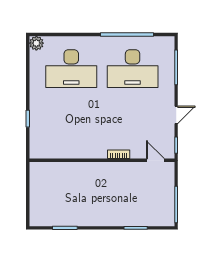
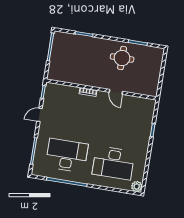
desk: (71, 69) -> (113, 163), turned 180
door: (155, 160) -> (116, 92), moved
round table: (82, 205) -> (122, 58), added

